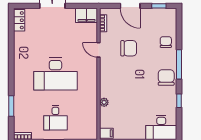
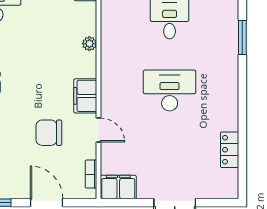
locker: (19, 20) -> (230, 150), moved
filing cabinet: (107, 71) -> (85, 96), added
desk: (55, 74) -> (170, 91), width x0.73, depth x0.77

